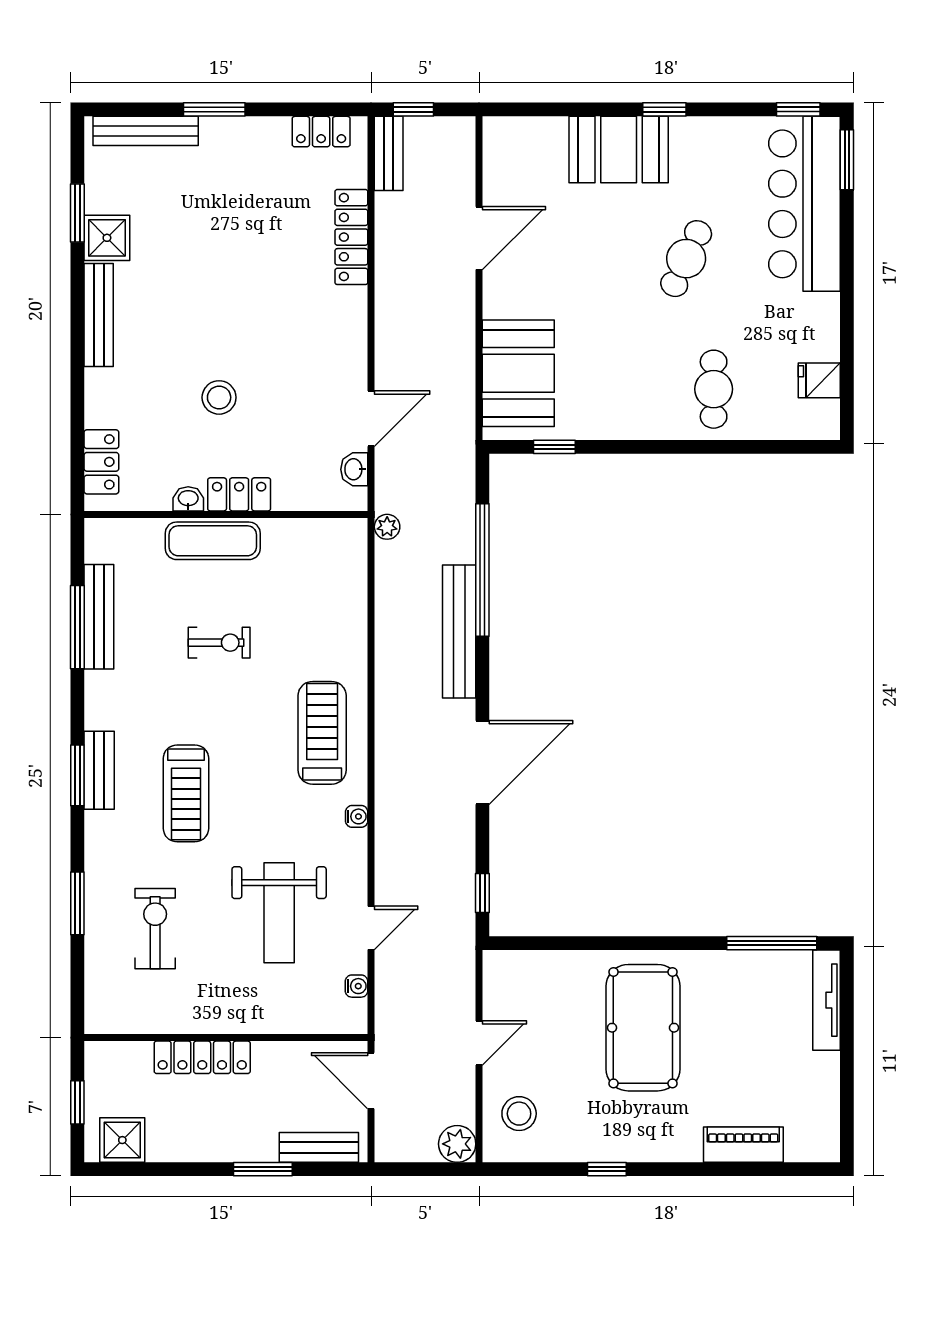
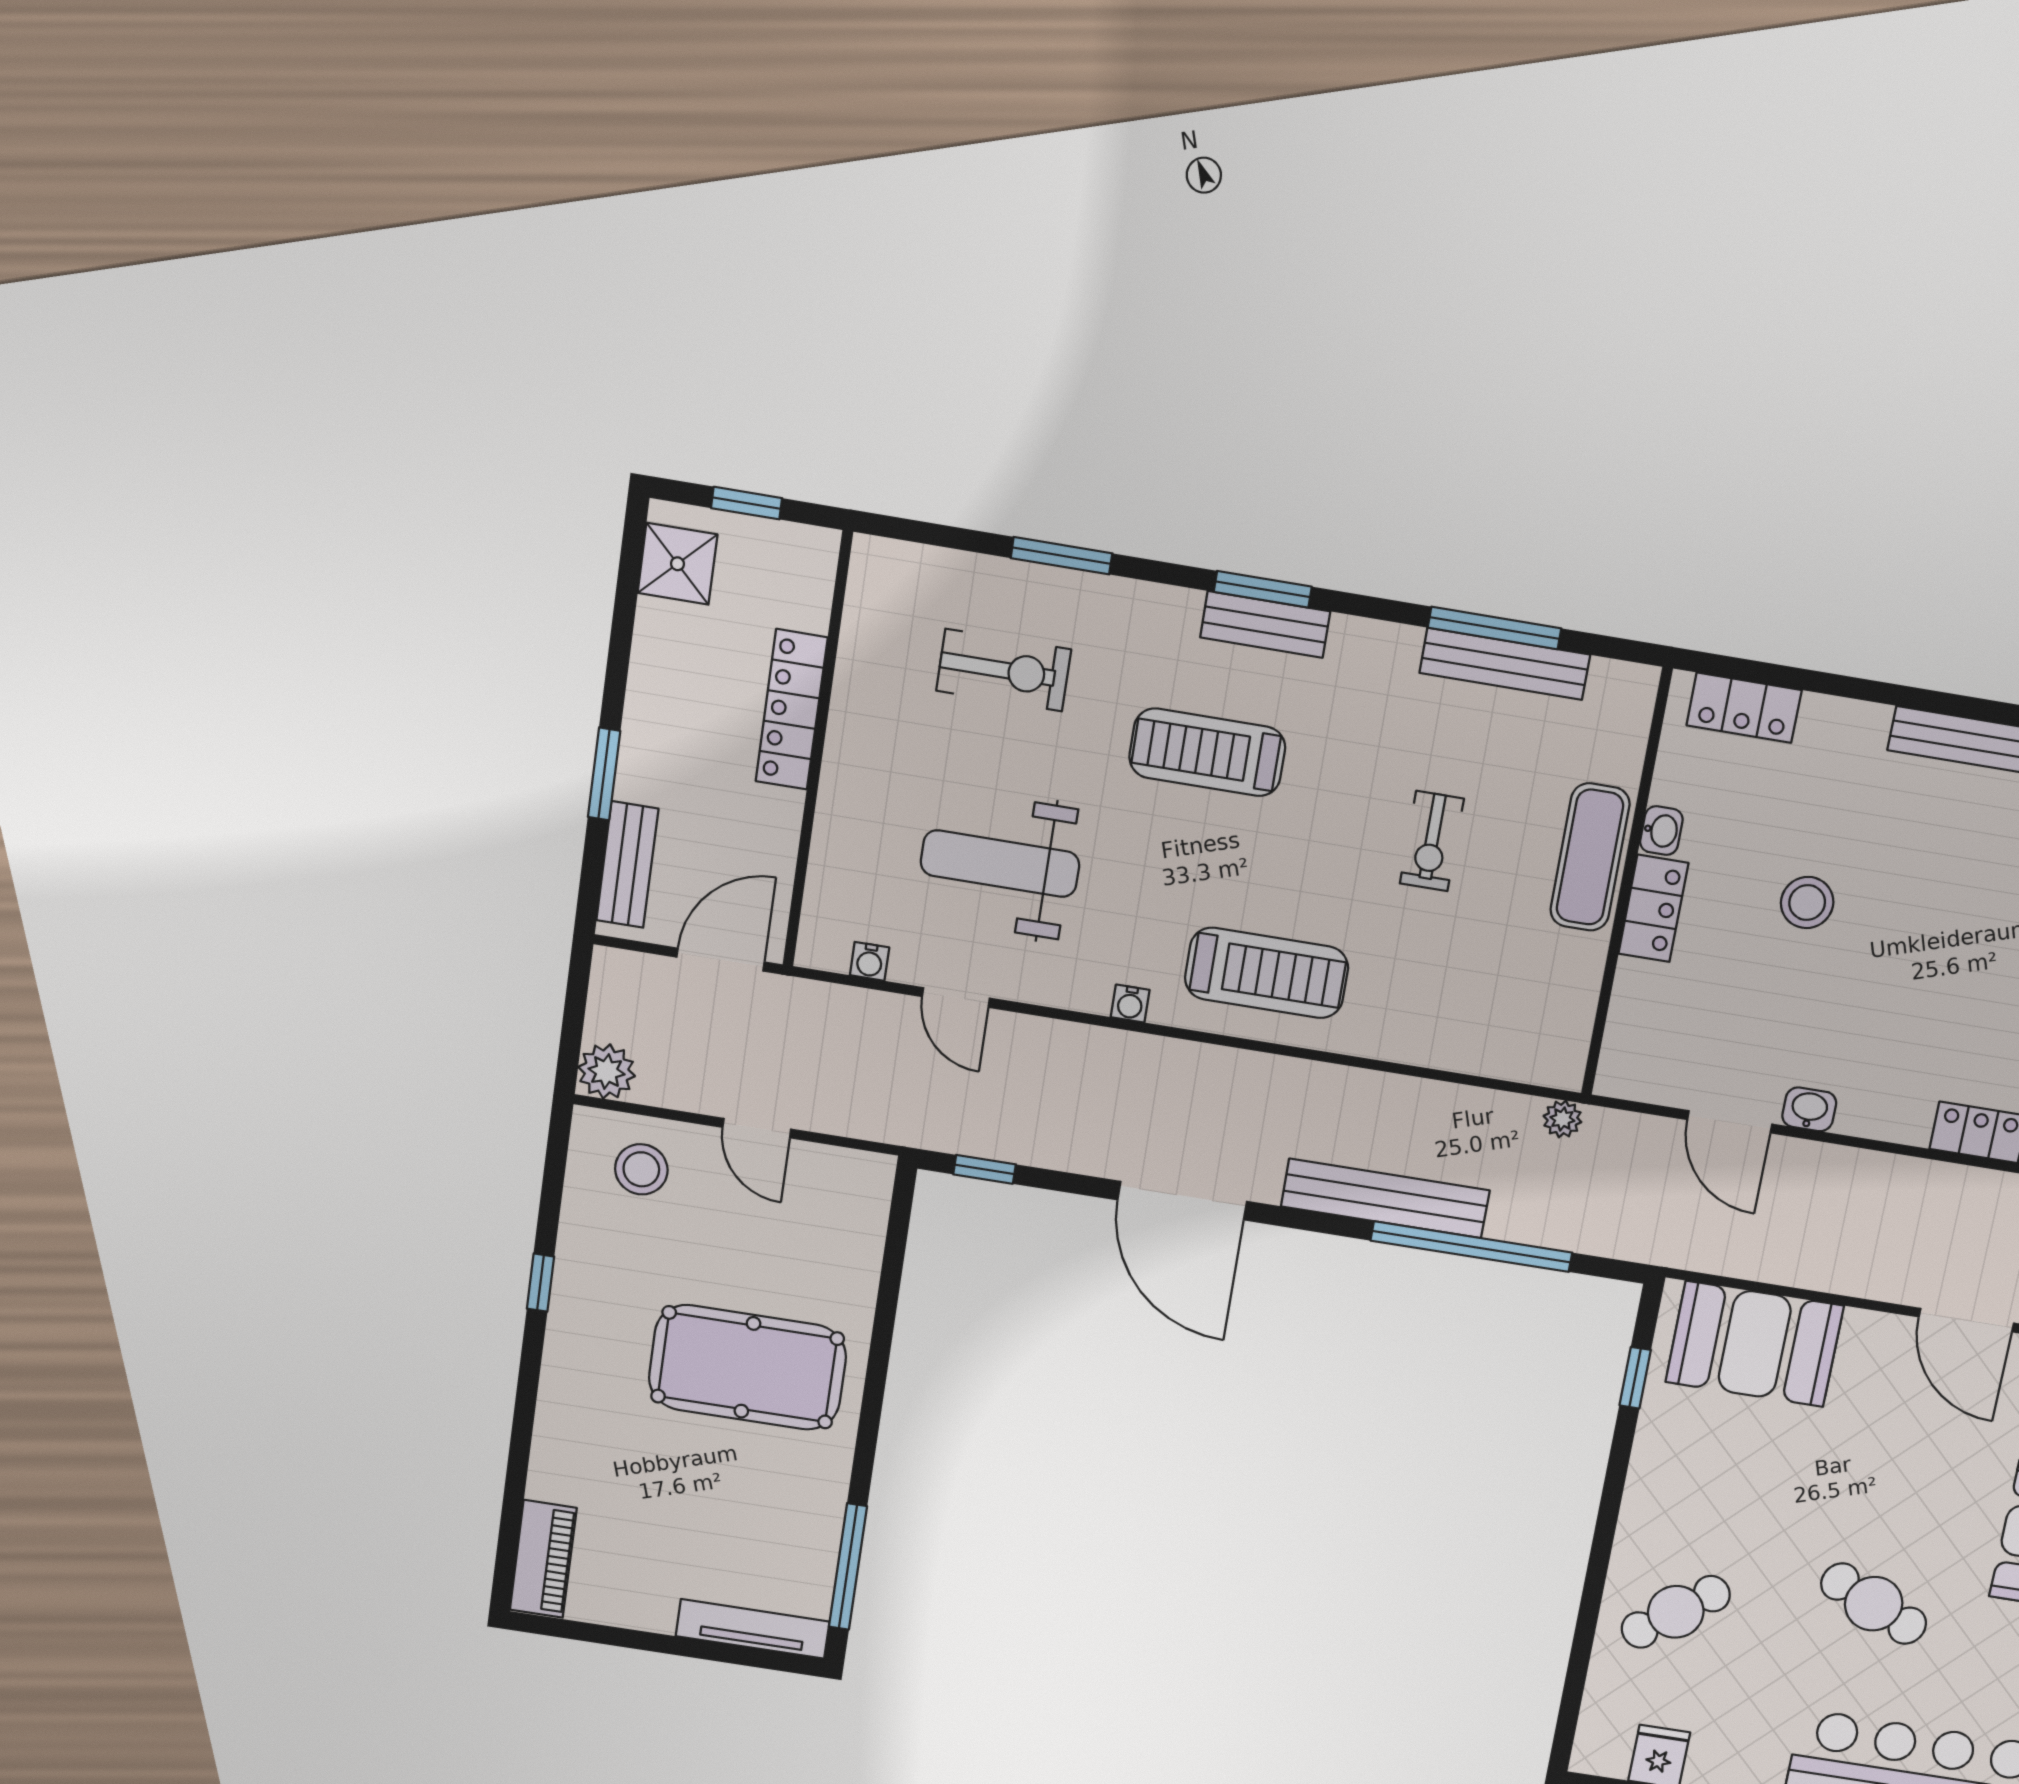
cafe table: (714, 389) -> (1676, 1612), turned -38
washbasin: (354, 469) -> (1809, 1109), moved
piano: (743, 1145) -> (543, 1559), moved

